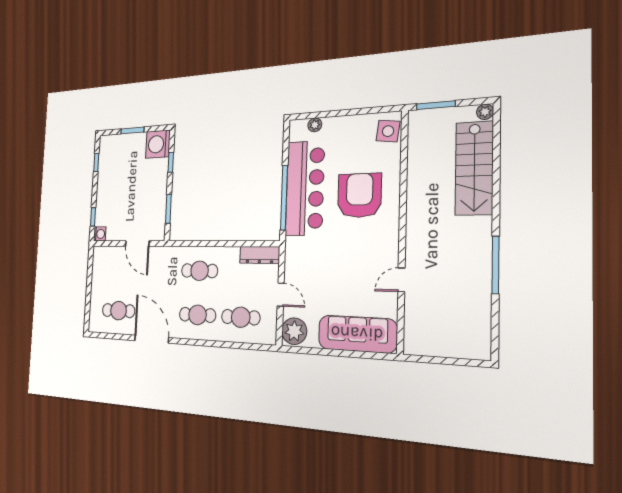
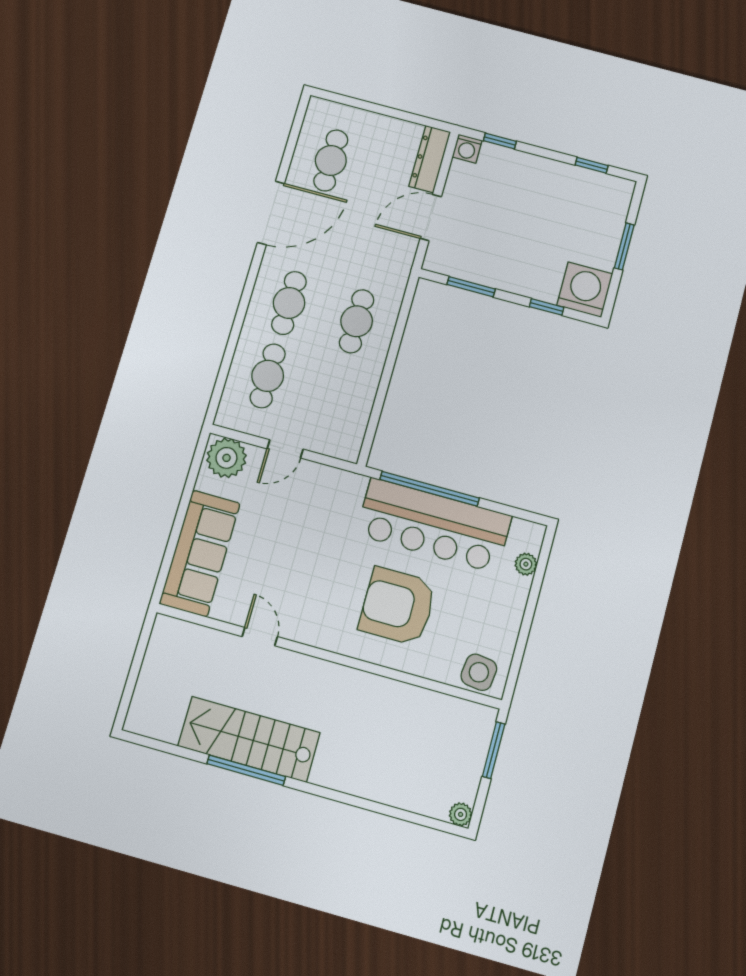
stairs: (474, 168) -> (249, 739), moved
armchair: (359, 195) -> (398, 606), turned 180
dresser: (260, 255) -> (430, 159), moved

